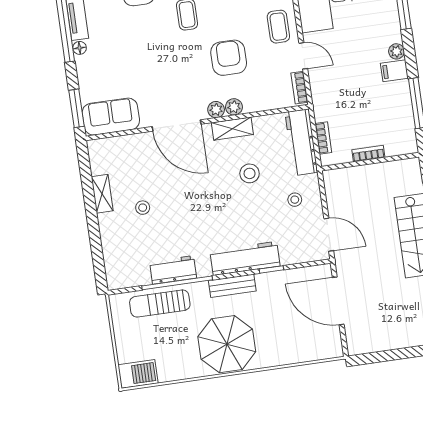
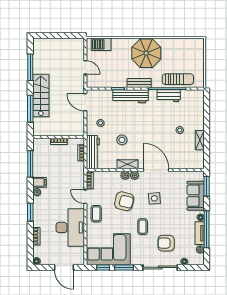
armchair: (229, 58) -> (124, 201), turned -76
side table: (172, 71) -> (154, 198), added
sofa: (111, 117) -> (196, 196), moved, turned 90
door: (338, 301) -> (85, 67), width x0.53
barbecue: (138, 374) -> (101, 44), moved

